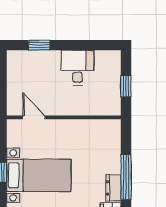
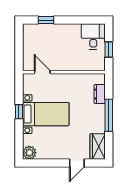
desk: (78, 68) -> (93, 36), moved
dresser: (113, 188) -> (100, 94), moved

